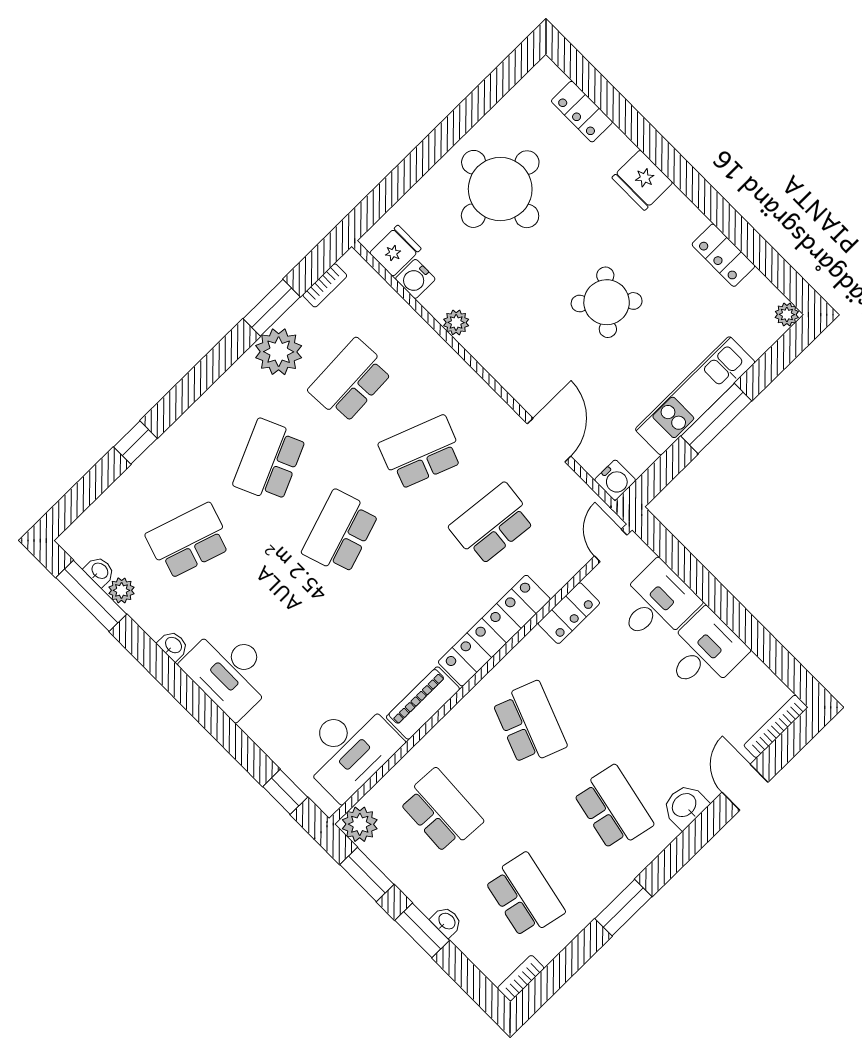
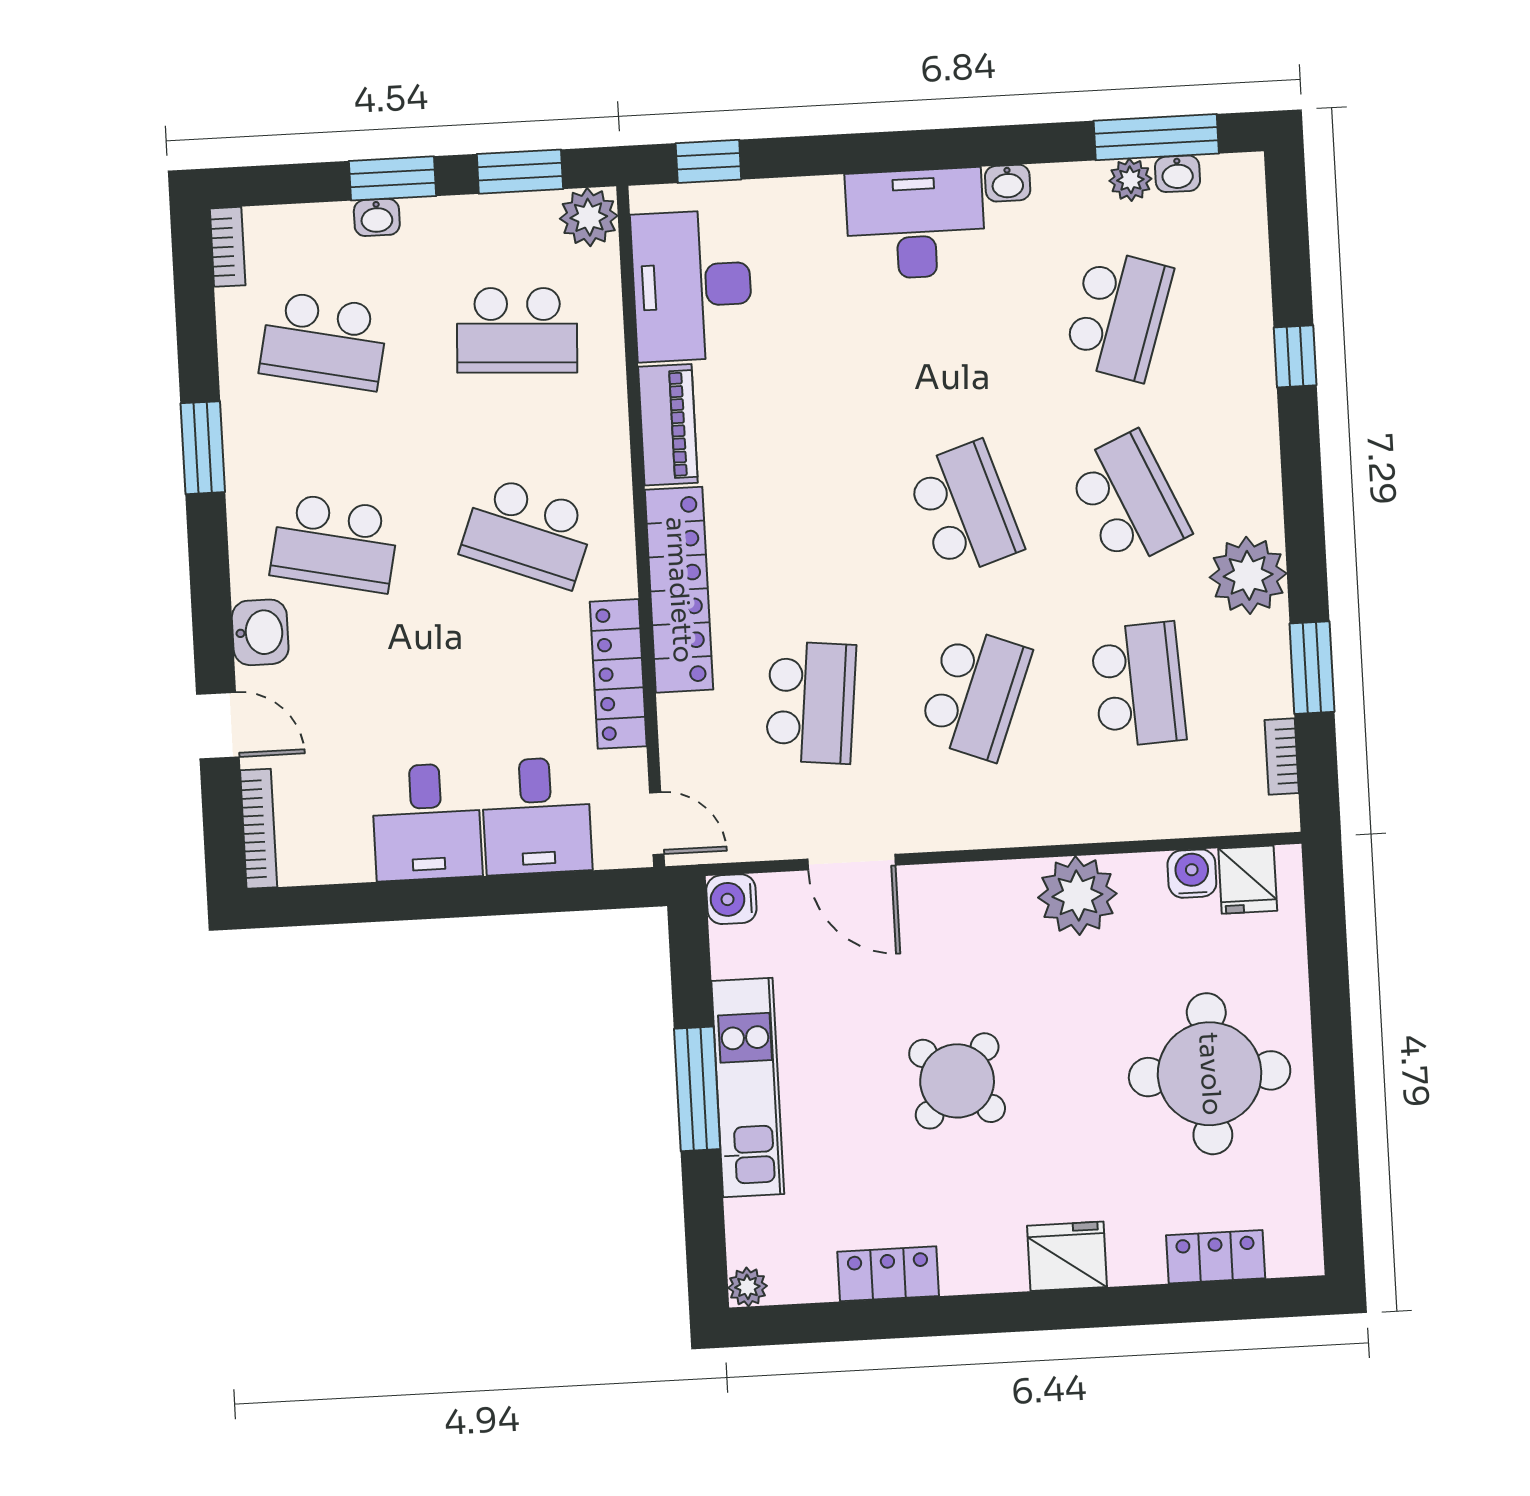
plant: (456, 322) -> (1077, 896), width x1.88, depth x1.88
plant: (279, 352) -> (1248, 575), moved
locker: (569, 613) -> (618, 674), width x1.53

